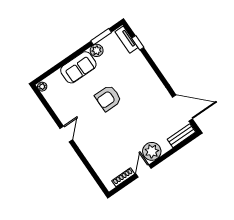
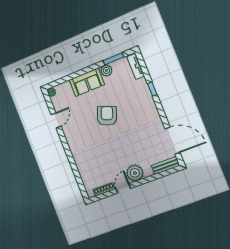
window: (138, 43) -> (152, 89), moved
armchair: (108, 98) -> (107, 116), turned 111
door: (66, 134) -> (56, 120), moved

